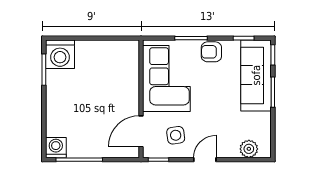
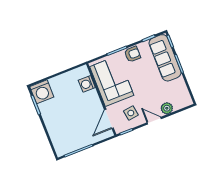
armchair: (211, 52) -> (132, 54), turned 180
washing machine: (56, 148) -> (87, 84), moved, turned -90
plant: (249, 149) -> (167, 108), moved
door: (205, 160) -> (154, 121), hinge flipped

